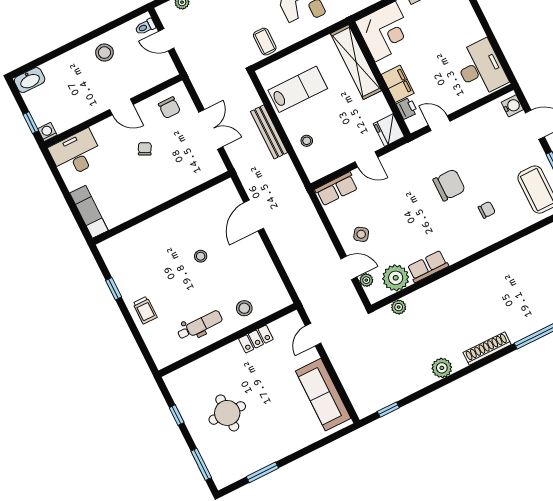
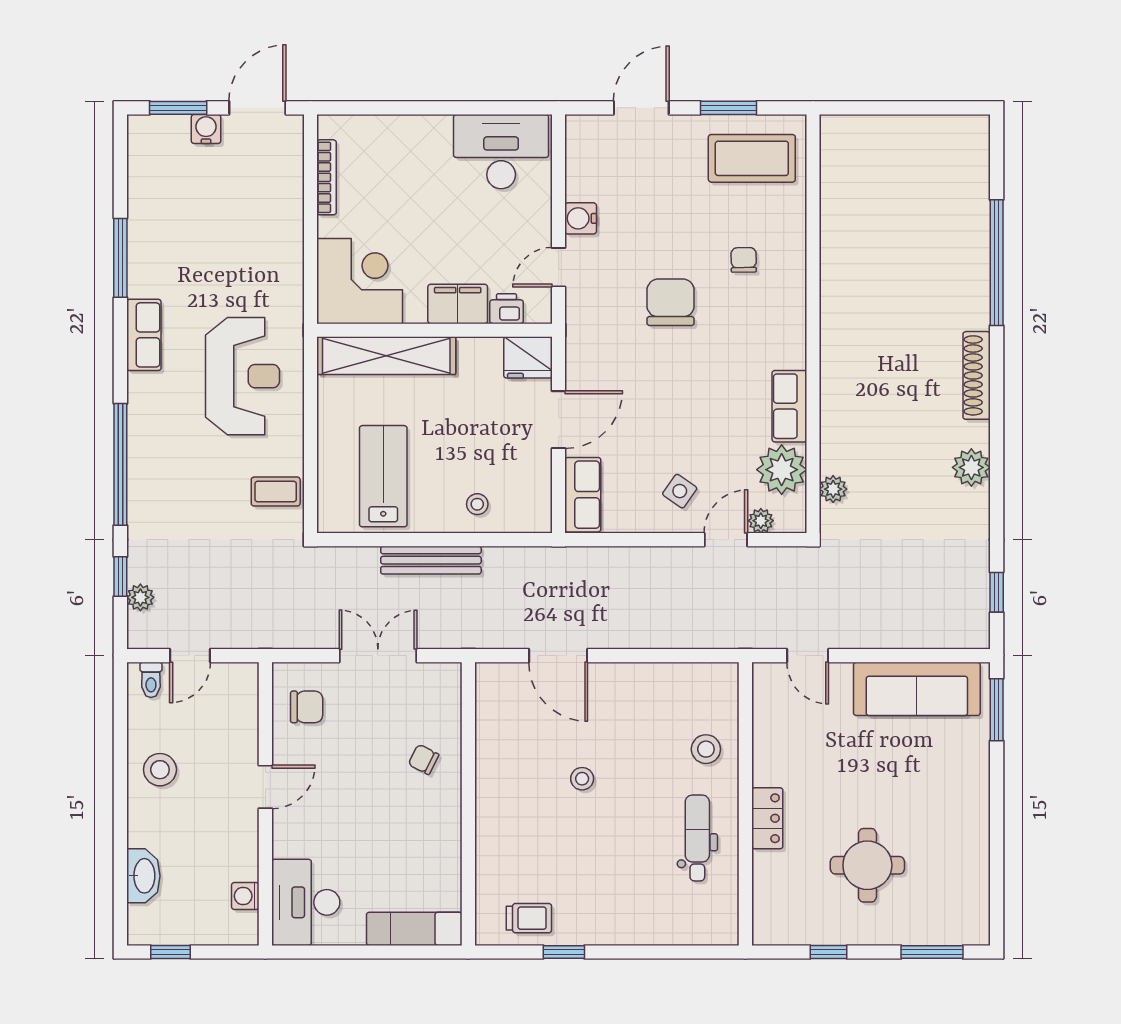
washbasin: (30, 80) -> (143, 876), moved
water cooler: (512, 106) -> (581, 218), moved, turned -90
window: (31, 123) -> (171, 952), moved
washing machine: (47, 132) -> (245, 896), moved
chair: (145, 149) -> (423, 759), moved
door: (366, 159) -> (559, 420), width x1.38
trolley: (145, 310) -> (529, 918), moved
locker: (256, 339) -> (767, 818), moved
window: (262, 472) -> (997, 710), moved

